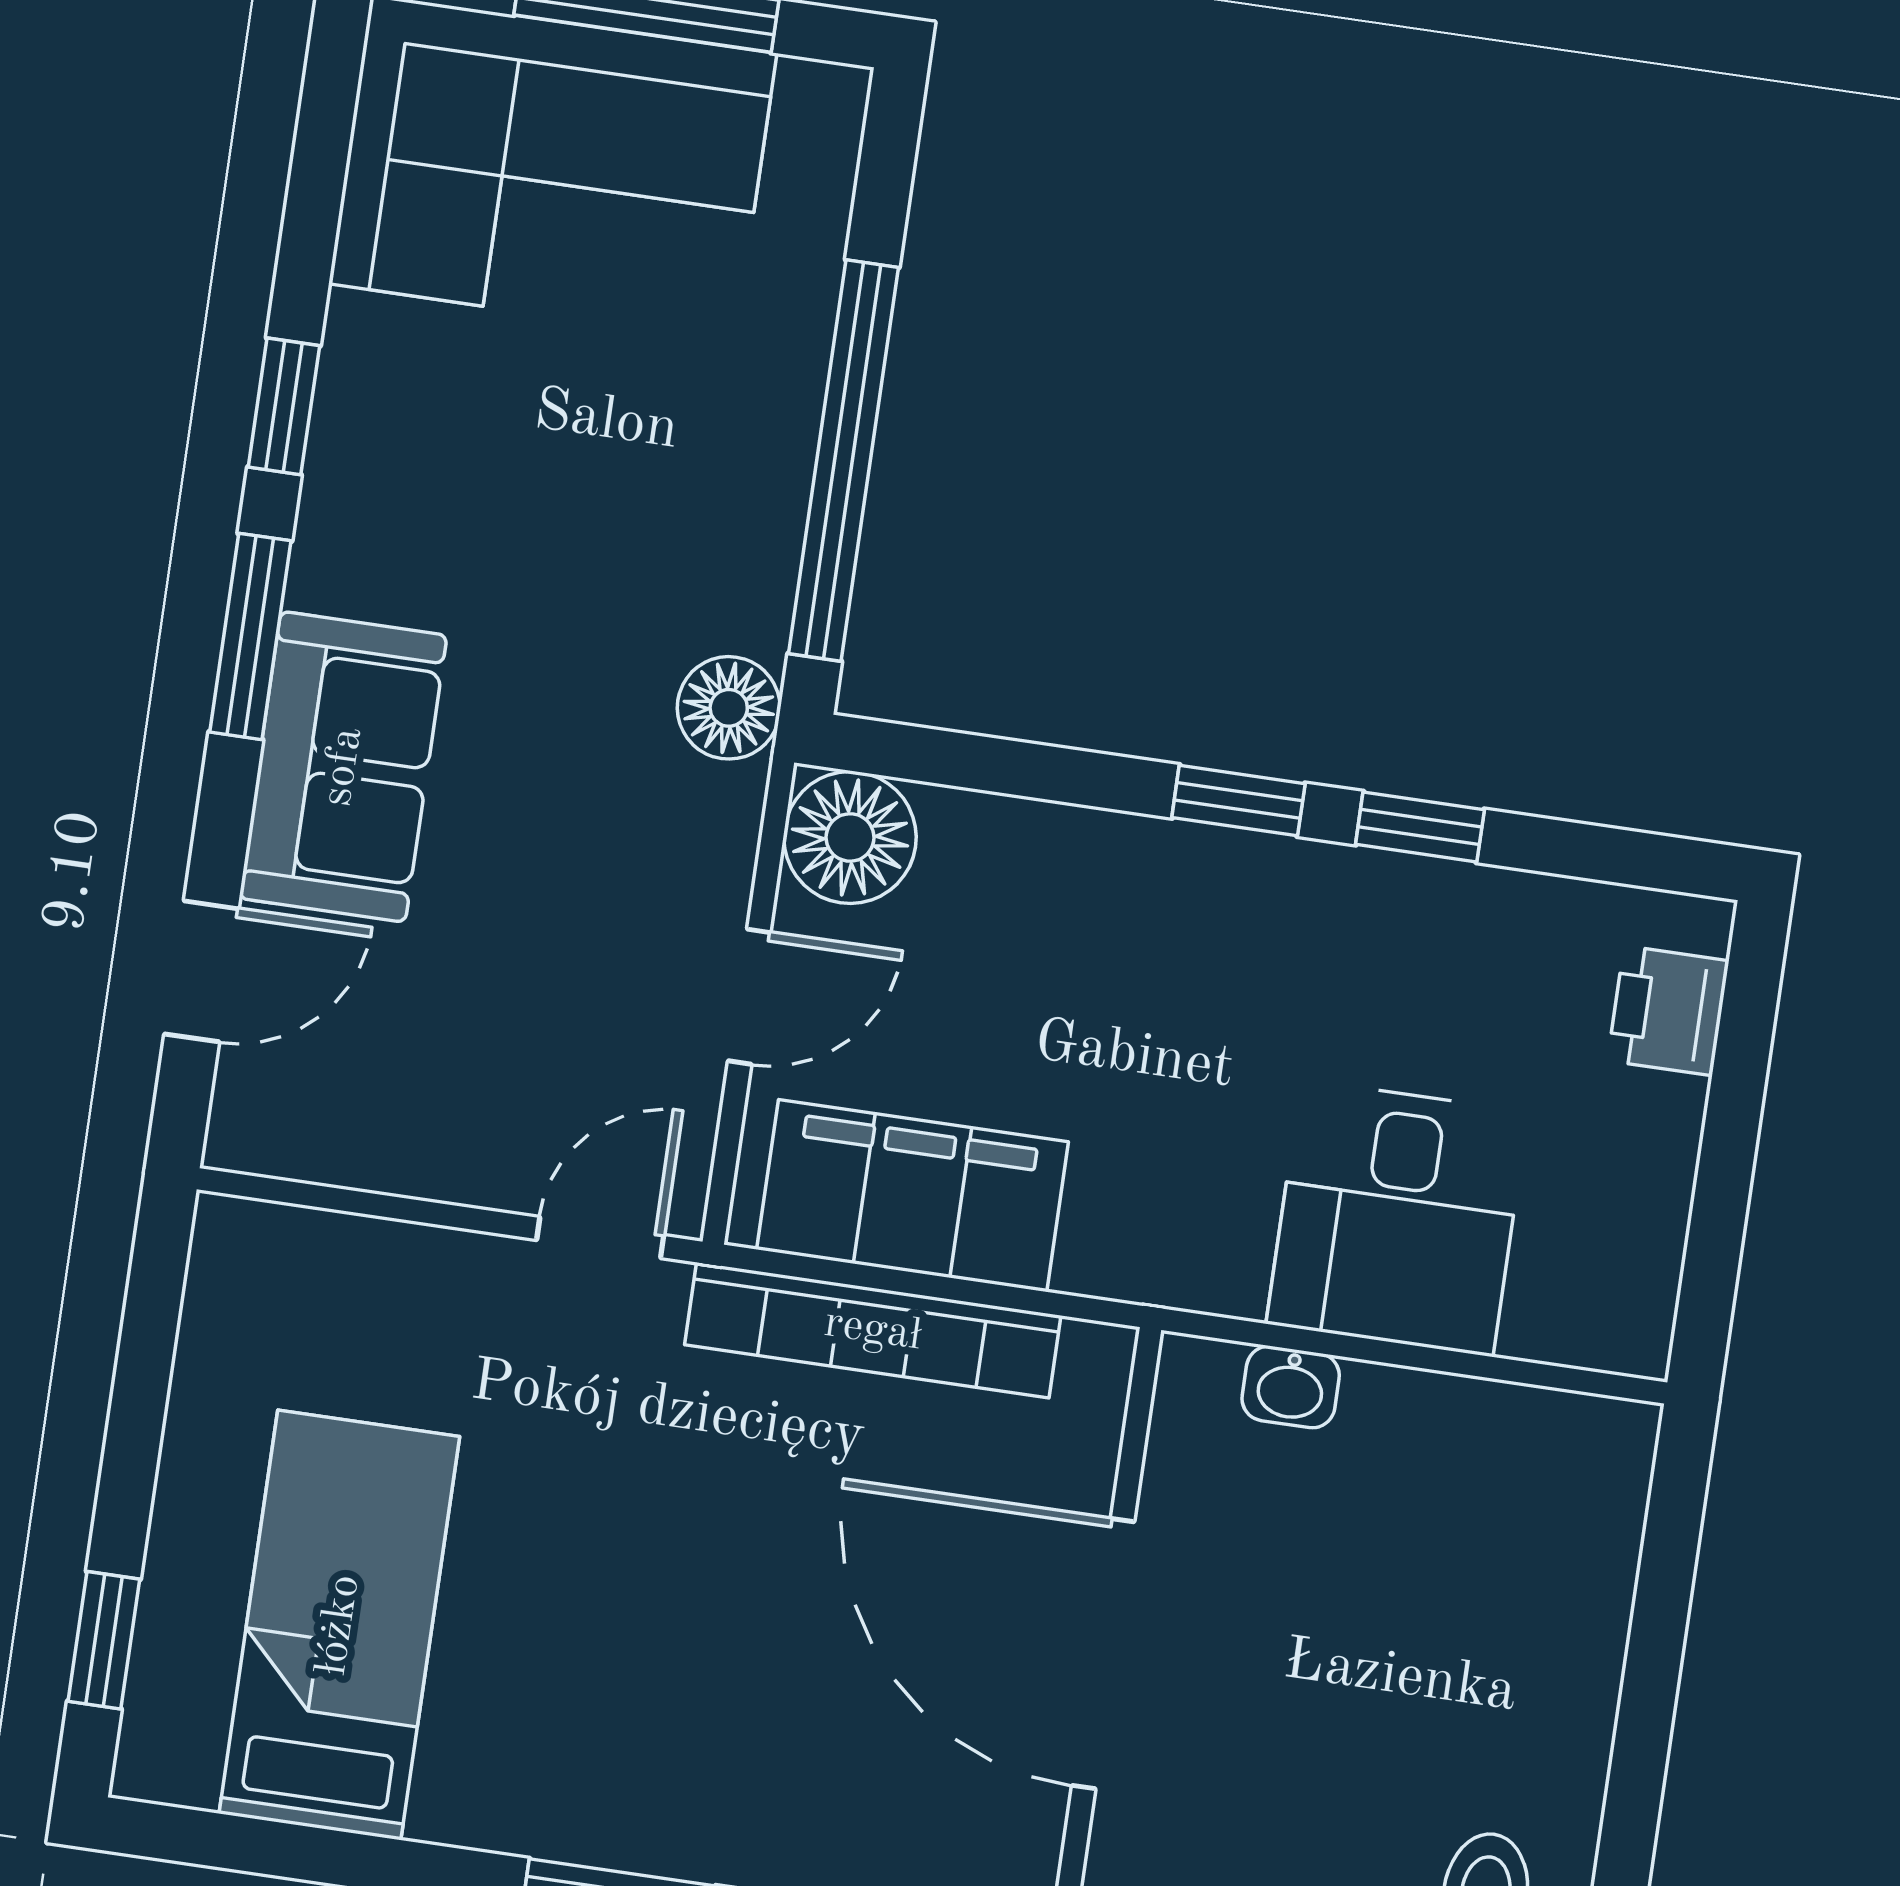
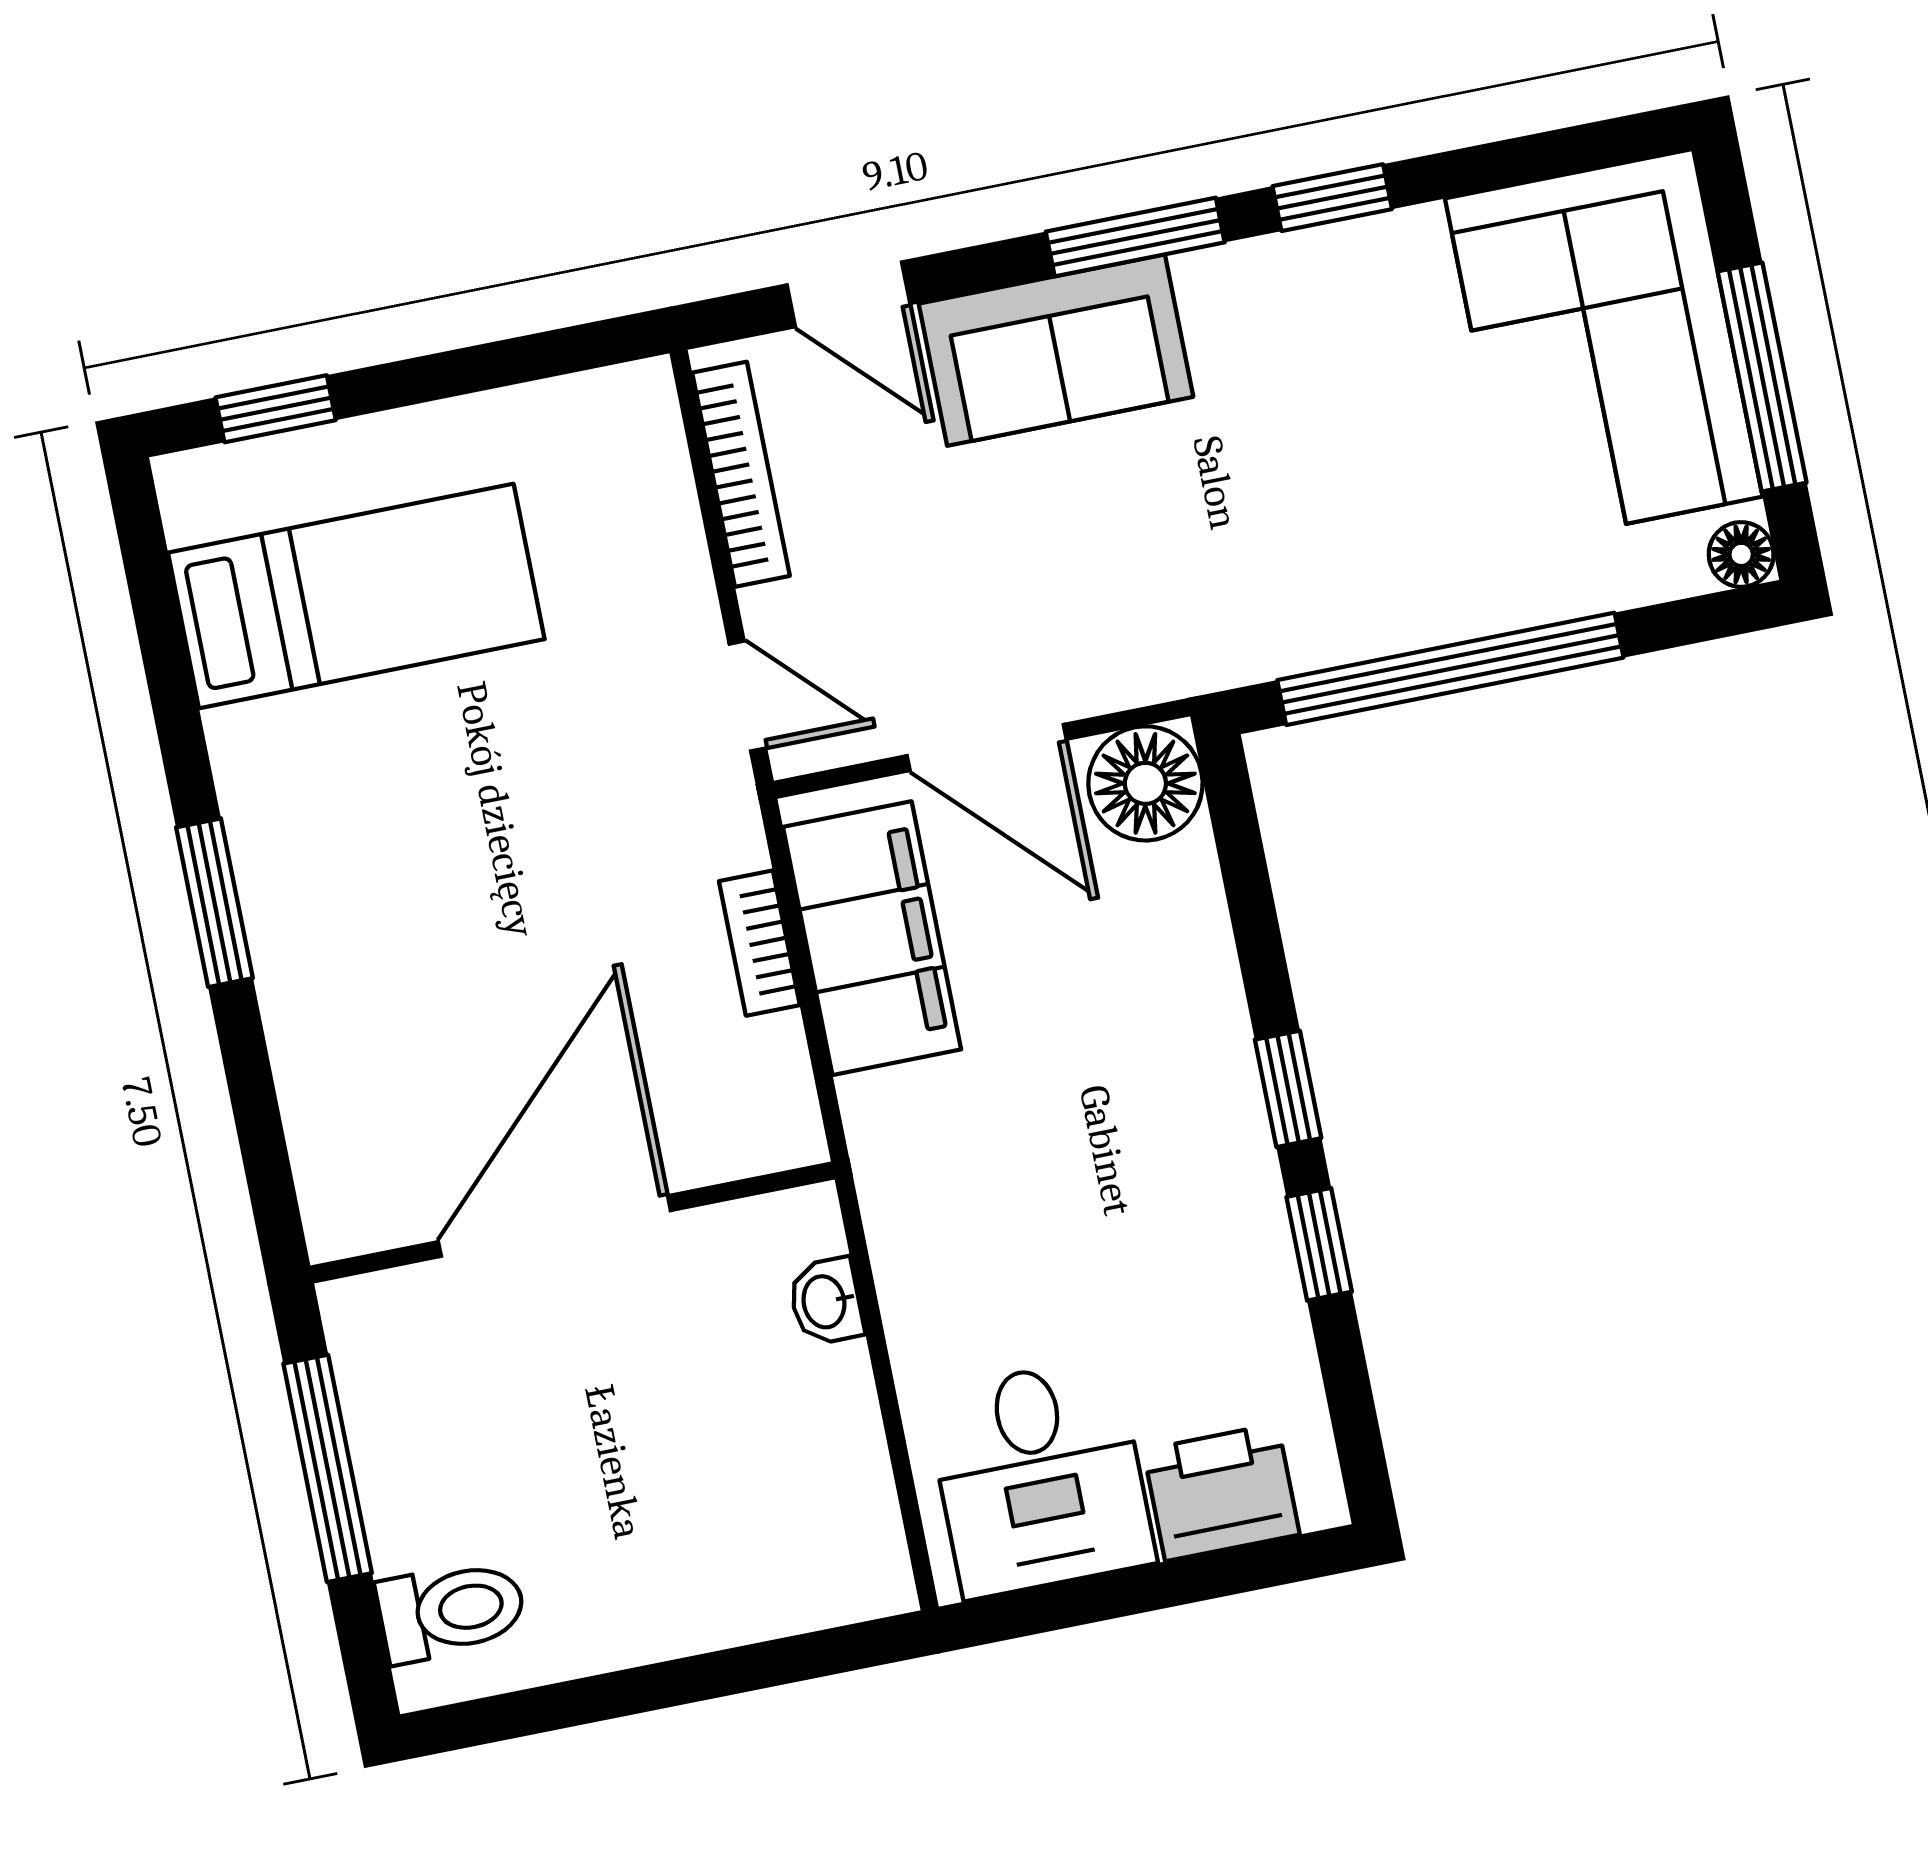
floor lamp: (729, 708) -> (1741, 554), moved, width x0.73, depth x0.73
door: (749, 997) -> (987, 748), width x1.38
printer: (1668, 1011) -> (1221, 1492), width x1.36, depth x1.24
bookcase: (356, 1158) -> (741, 474), added
desk: (1397, 1218) -> (1040, 1478), moved, turned -90
bookcase: (873, 1330) -> (759, 943), width x0.43, depth x0.76

